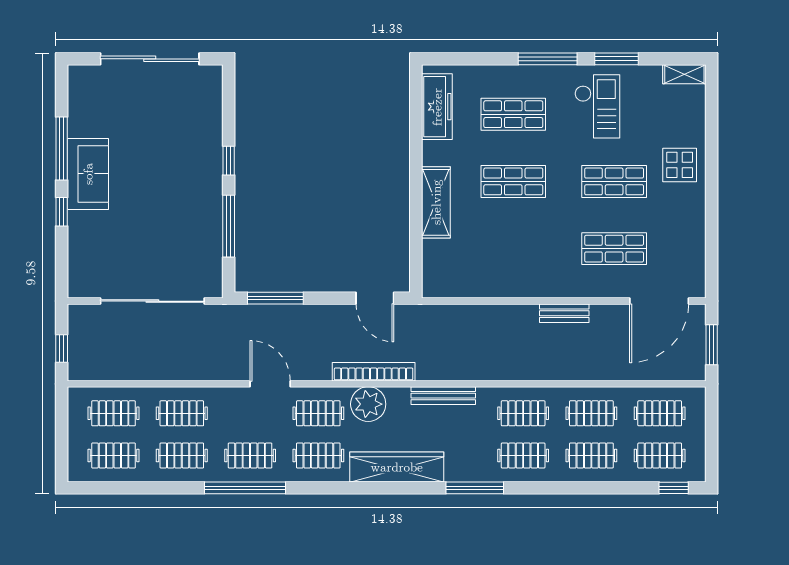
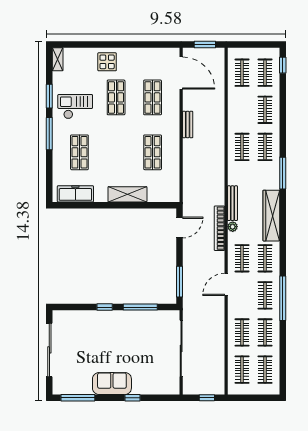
window: (62, 148) -> (78, 398), moved
shop shelf: (513, 181) -> (153, 152), moved
bench: (443, 396) -> (232, 203), moved
plant: (368, 404) -> (233, 227), width x0.53, depth x0.53
clothes rail: (591, 413) -> (242, 110), removed

